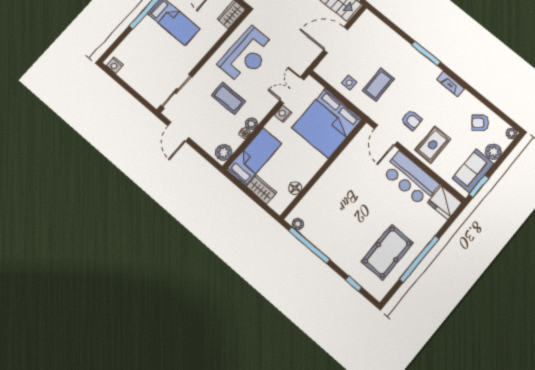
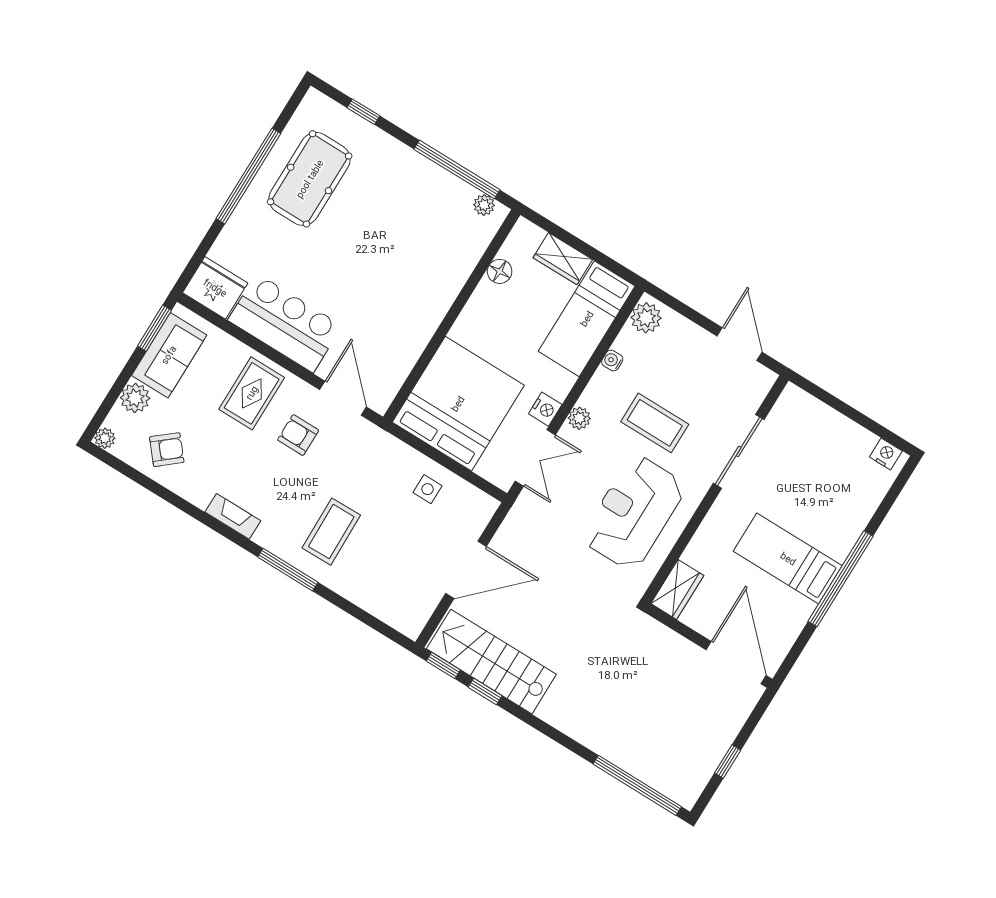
coffee table: (378, 85) -> (331, 532), moved
sliding door: (176, 91) -> (739, 451), moved
plant: (251, 124) -> (579, 418), moved

